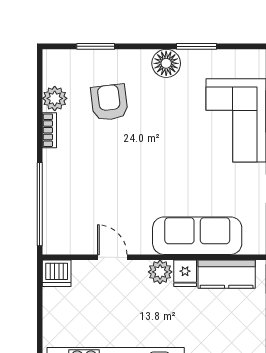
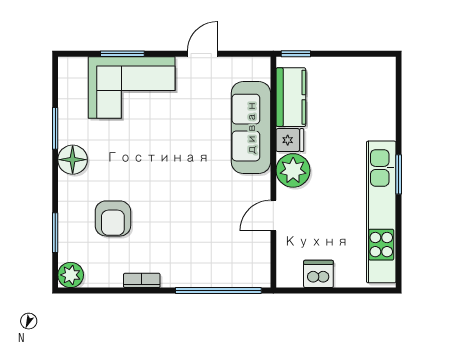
plant: (55, 98) -> (71, 275), moved
armchair: (109, 102) -> (113, 218), turned -83
plant: (160, 272) -> (293, 170), width x1.36, depth x1.36
dishwasher: (57, 273) -> (318, 274), moved, turned -90

